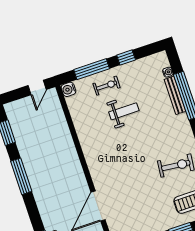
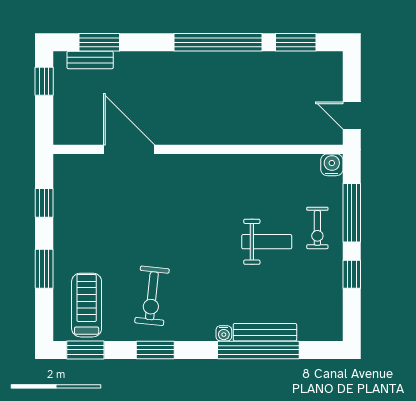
water cooler: (168, 72) -> (224, 333), moved
weight bench: (124, 111) -> (267, 242), turned -90
window: (21, 176) -> (218, 42), width x1.46

